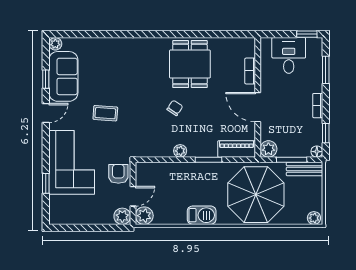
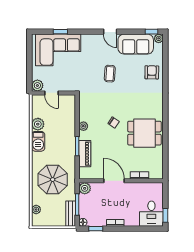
desk: (289, 55) -> (151, 214), moved, turned 90
window: (326, 70) -> (140, 229), removed
window: (46, 79) -> (151, 32), moved
door: (258, 107) -> (114, 181), hinge flipped
piano: (237, 149) -> (85, 154), moved
corner sofa: (72, 162) -> (58, 50), moved
armchair: (118, 174) -> (152, 72), moved, turned -89
parasol: (256, 195) -> (53, 180), width x0.73, depth x0.73
plant: (144, 216) -> (38, 124), moved
plant: (314, 218) -> (36, 209), moved

